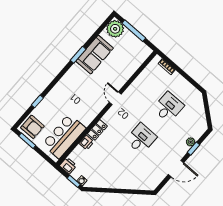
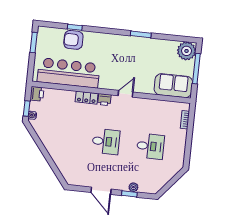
sofa: (95, 55) -> (173, 86), moved, turned 180
armchair: (32, 127) -> (73, 40), moved, turned 90
bar counter: (64, 136) -> (68, 73), width x1.36
printer: (86, 143) -> (104, 100), moved

